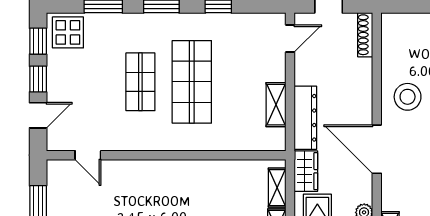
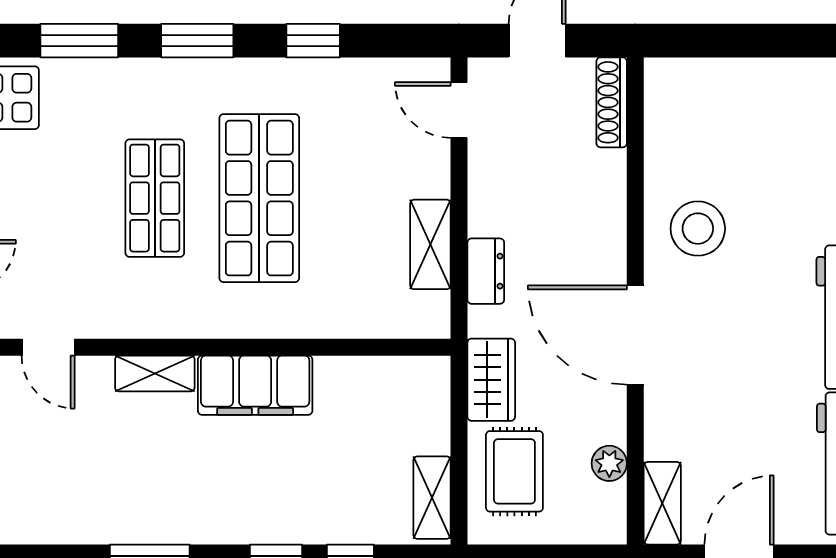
door: (290, 38) -> (459, 110), swing flipped
dresser: (305, 118) -> (486, 271), width x0.51, depth x0.80
filing cabinet: (190, 174) -> (255, 385), added
shelving: (277, 188) -> (155, 373), moved, turned 90

